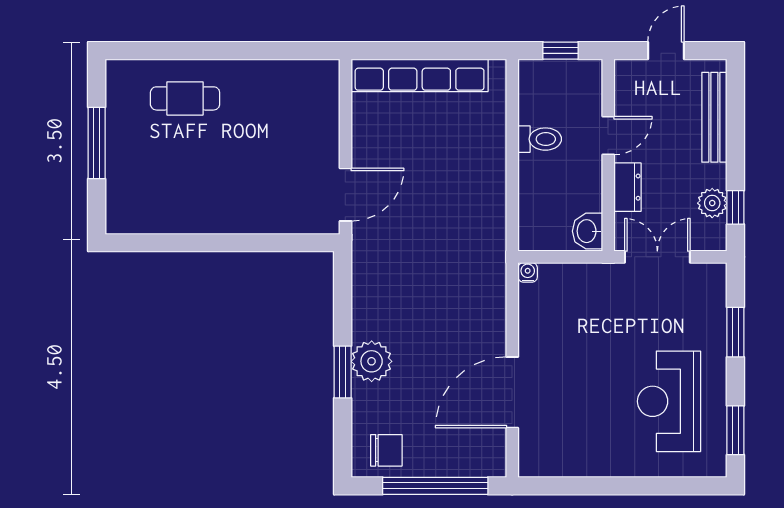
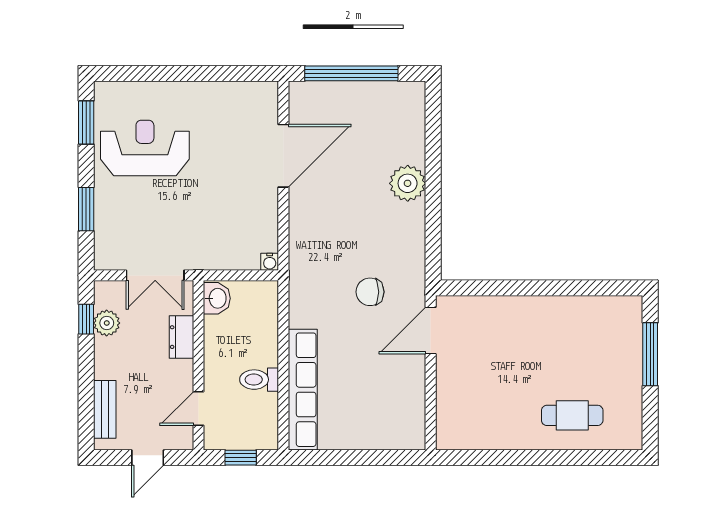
row of seats: (420, 75) -> (303, 390), moved, turned 90
bench: (714, 117) -> (105, 409), width x0.73
door: (608, 136) -> (199, 408), moved
window: (97, 143) -> (650, 354), moved
window: (343, 372) -> (433, 174), removed
reception desk: (669, 401) -> (145, 148), turned -90
chair: (386, 450) -> (370, 292), moved

